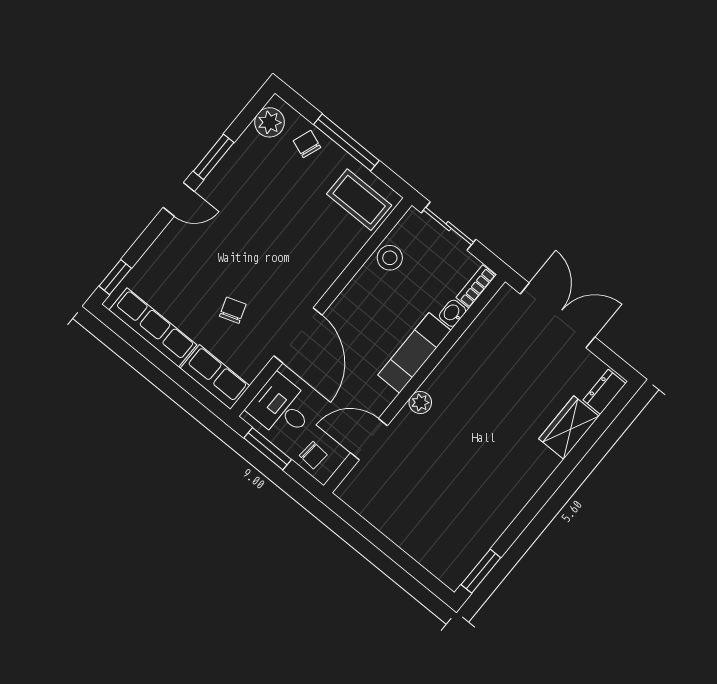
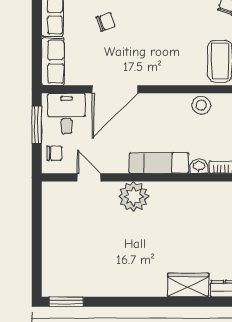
chair: (233, 310) -> (106, 22), moved
plant: (420, 402) -> (134, 197), width x1.88, depth x1.88
door: (369, 439) -> (89, 177), width x0.73
chair: (313, 455) -> (54, 153), turned -95

